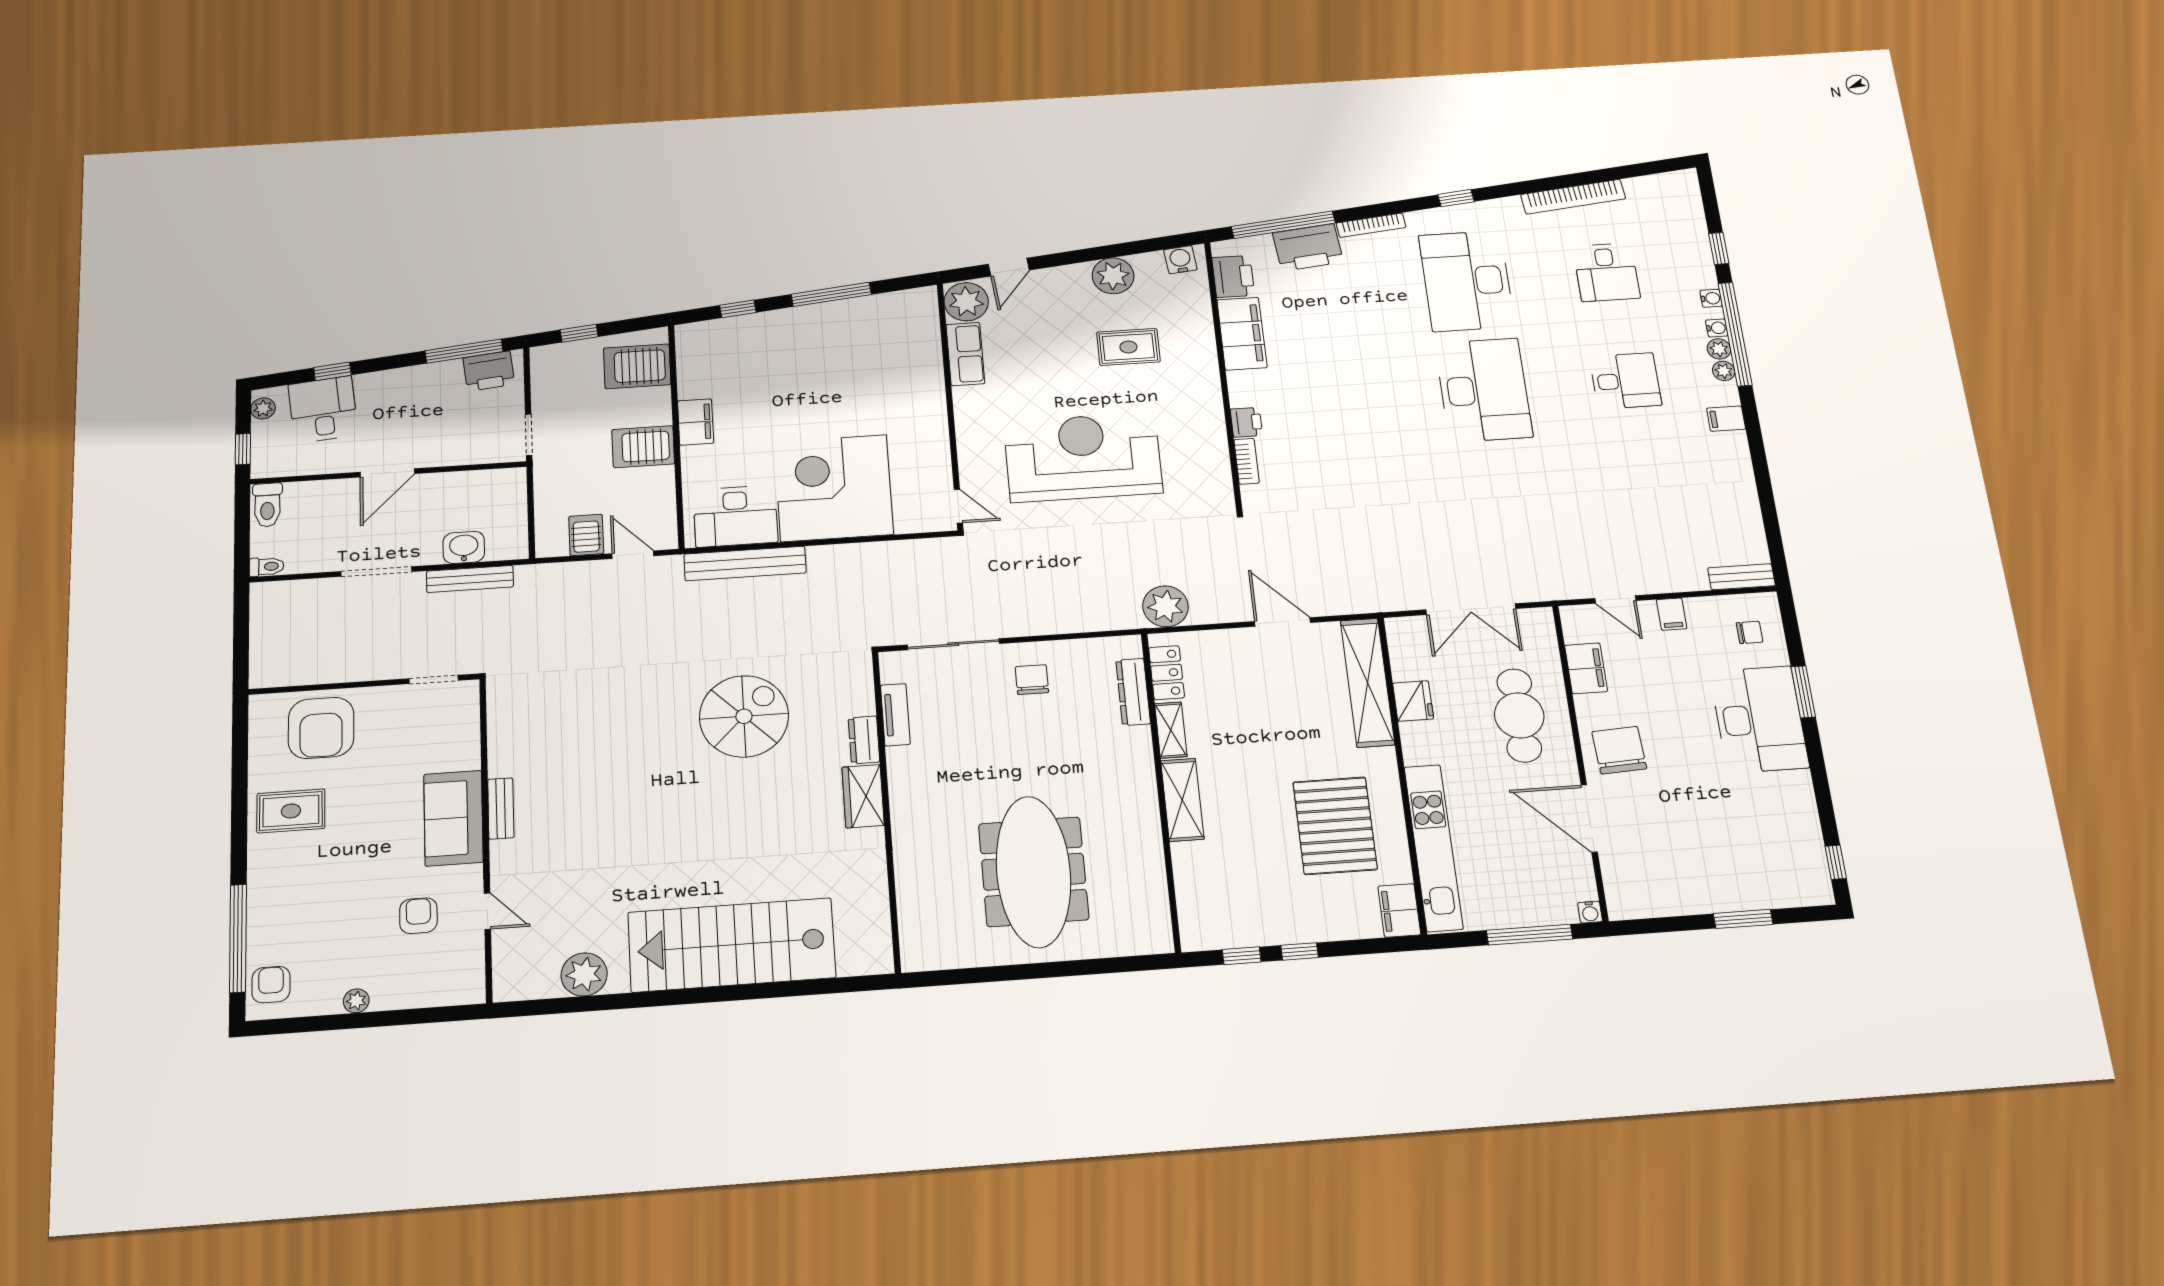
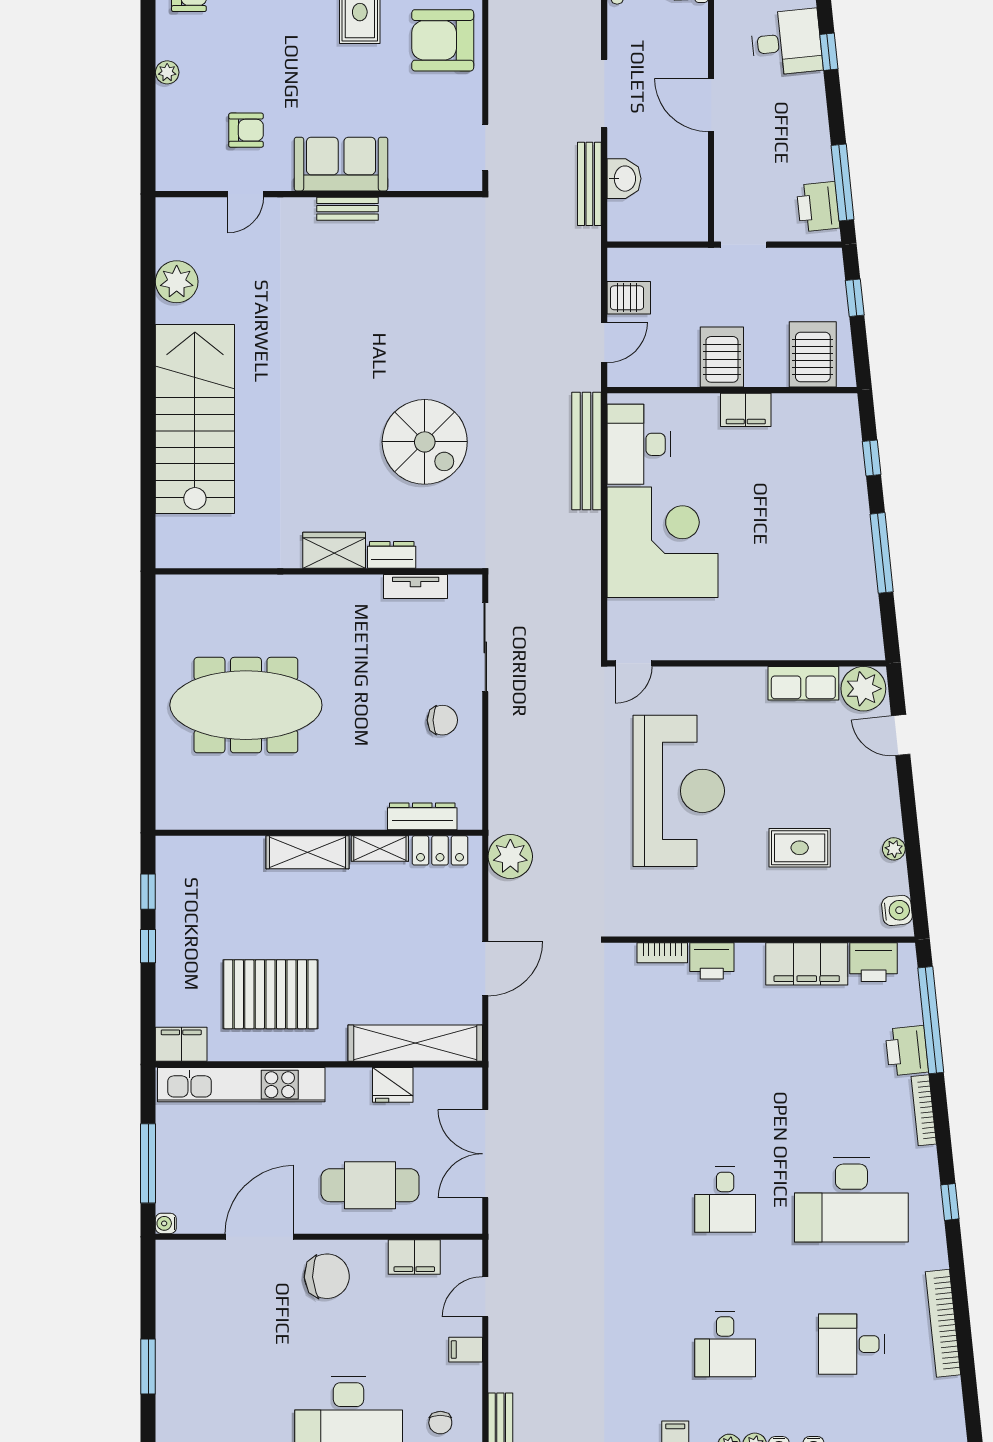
printer: (1308, 247) -> (907, 1051), width x0.73, depth x0.84
plant: (1113, 276) -> (894, 849), width x0.53, depth x0.53
desk: (1467, 281) -> (851, 1200), turned 180
rug: (1128, 347) -> (800, 848), turned 90
desk: (1484, 390) -> (725, 1200), width x0.53, depth x0.77
printer: (1246, 422) -> (712, 961), width x1.36, depth x1.24

